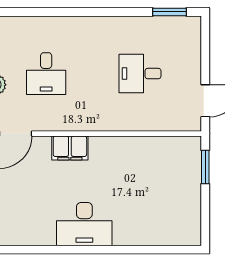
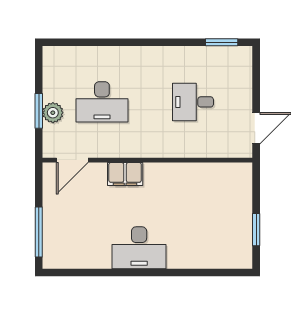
desk: (46, 74) -> (102, 102), width x1.37
window: (205, 167) -> (256, 230), moved

